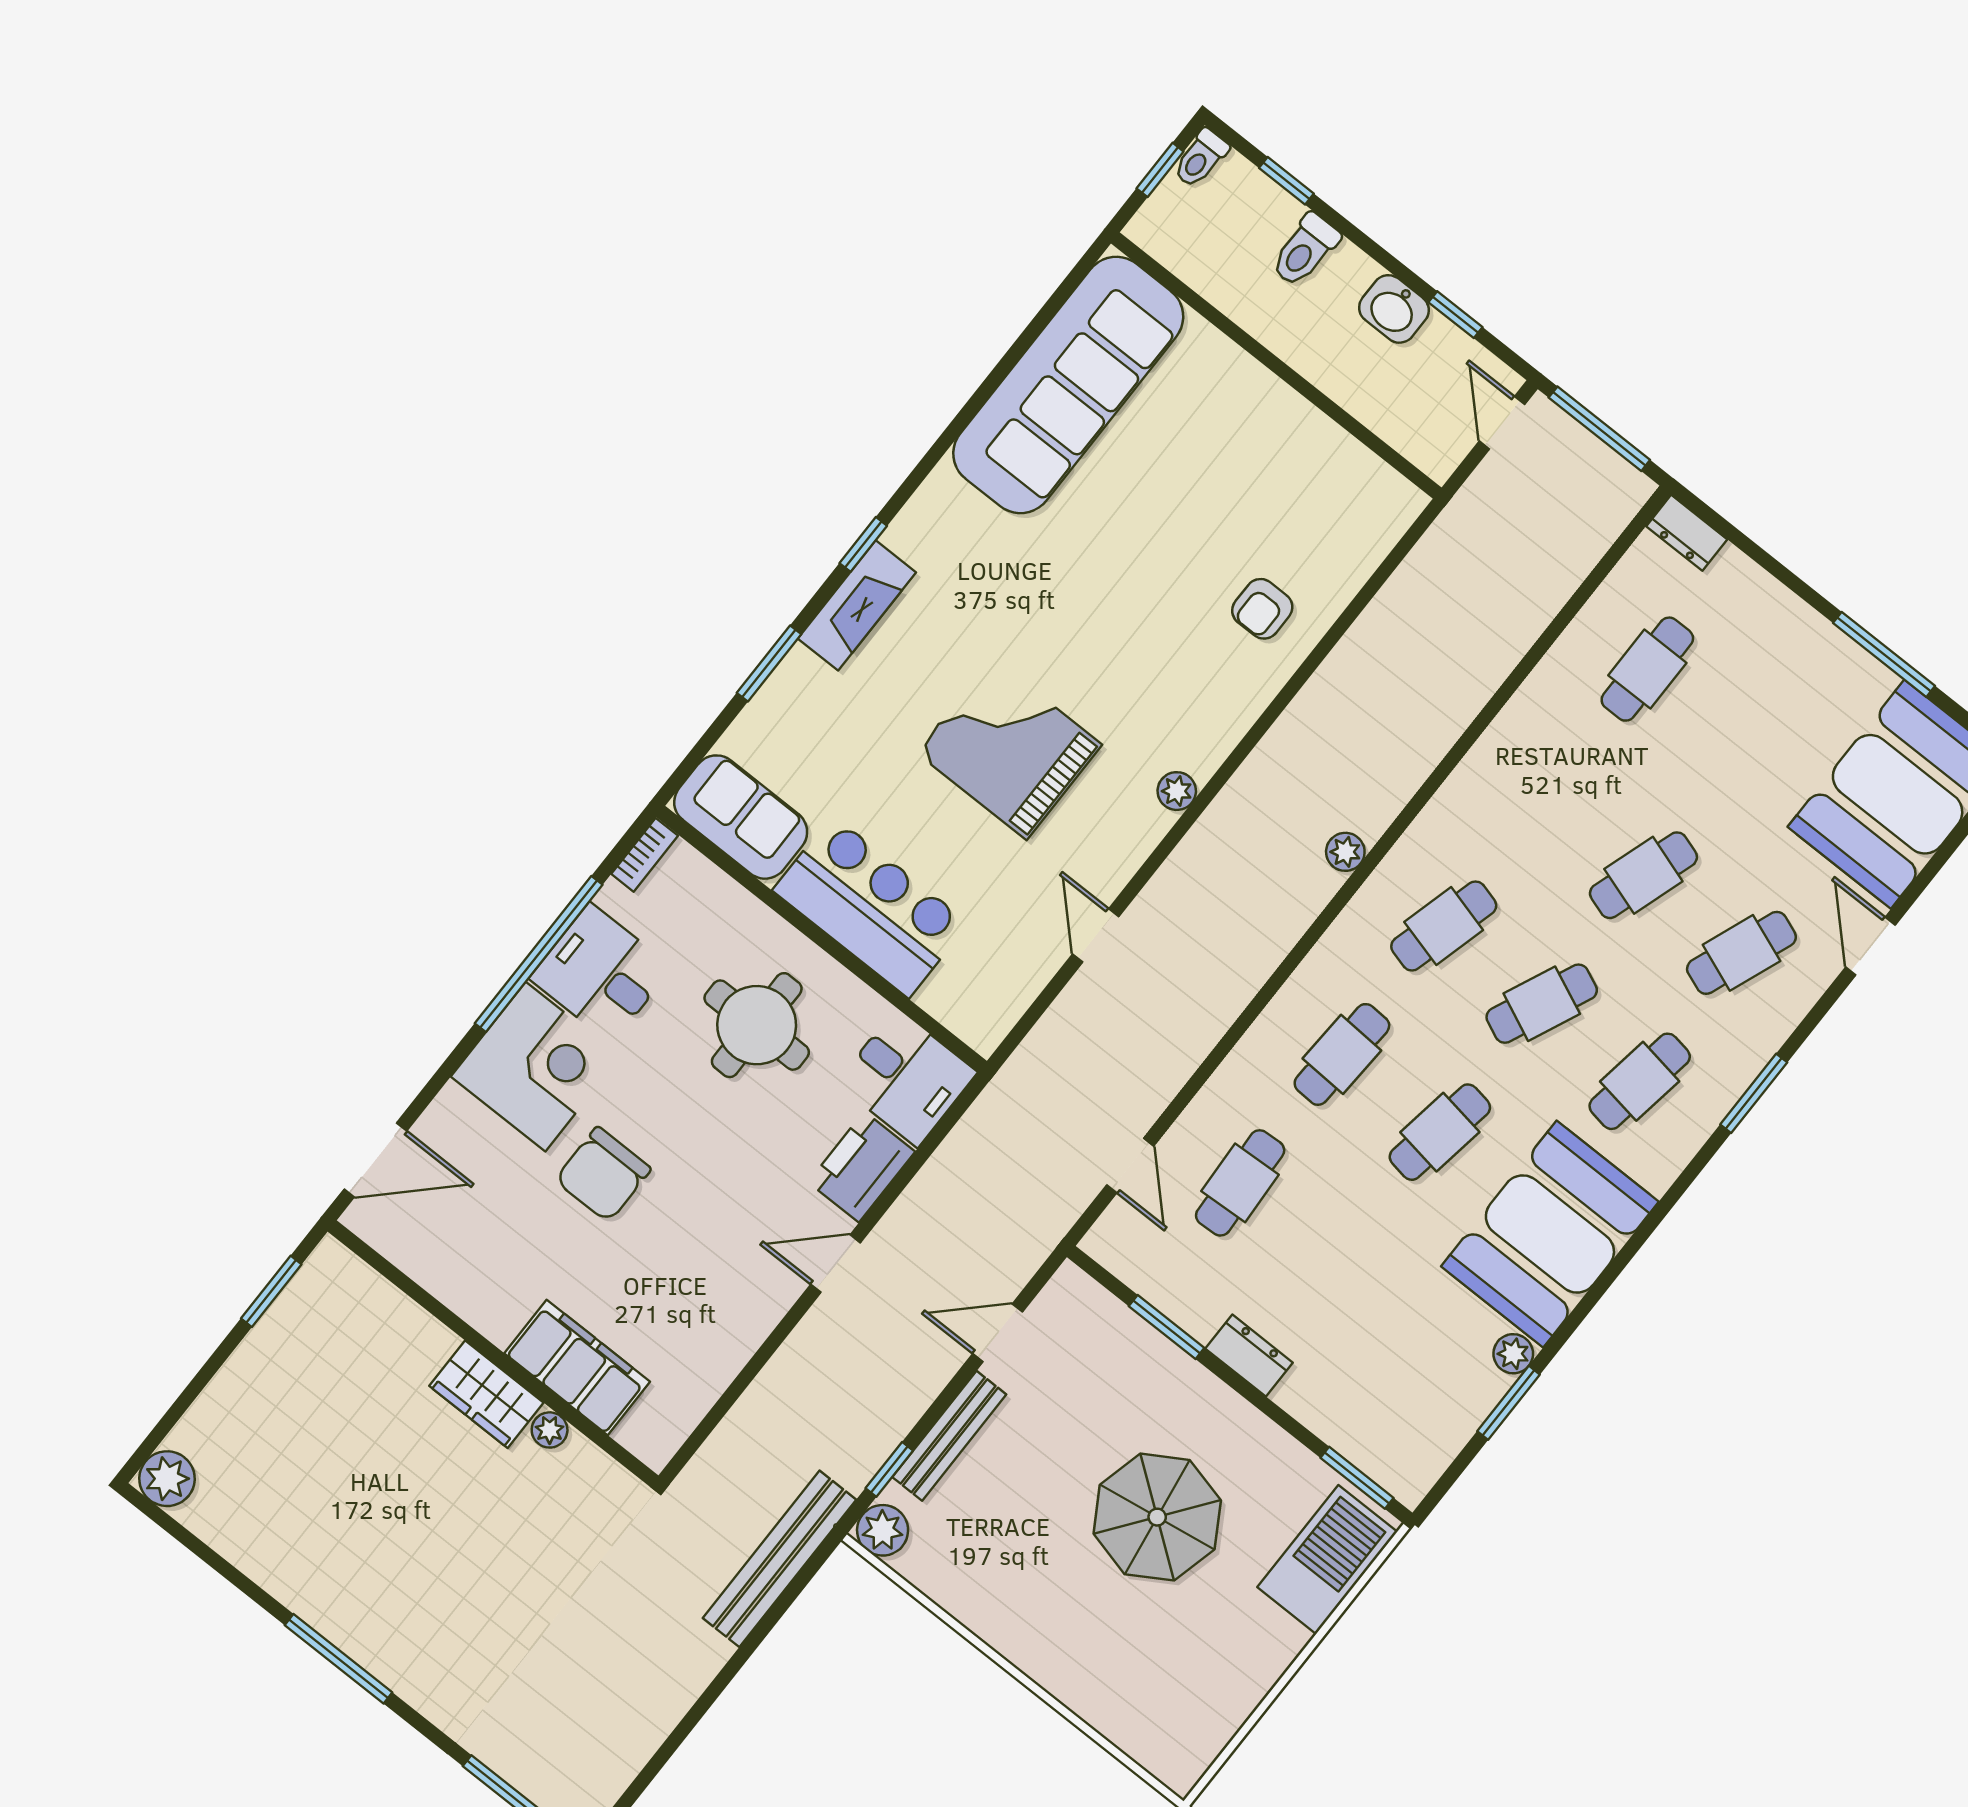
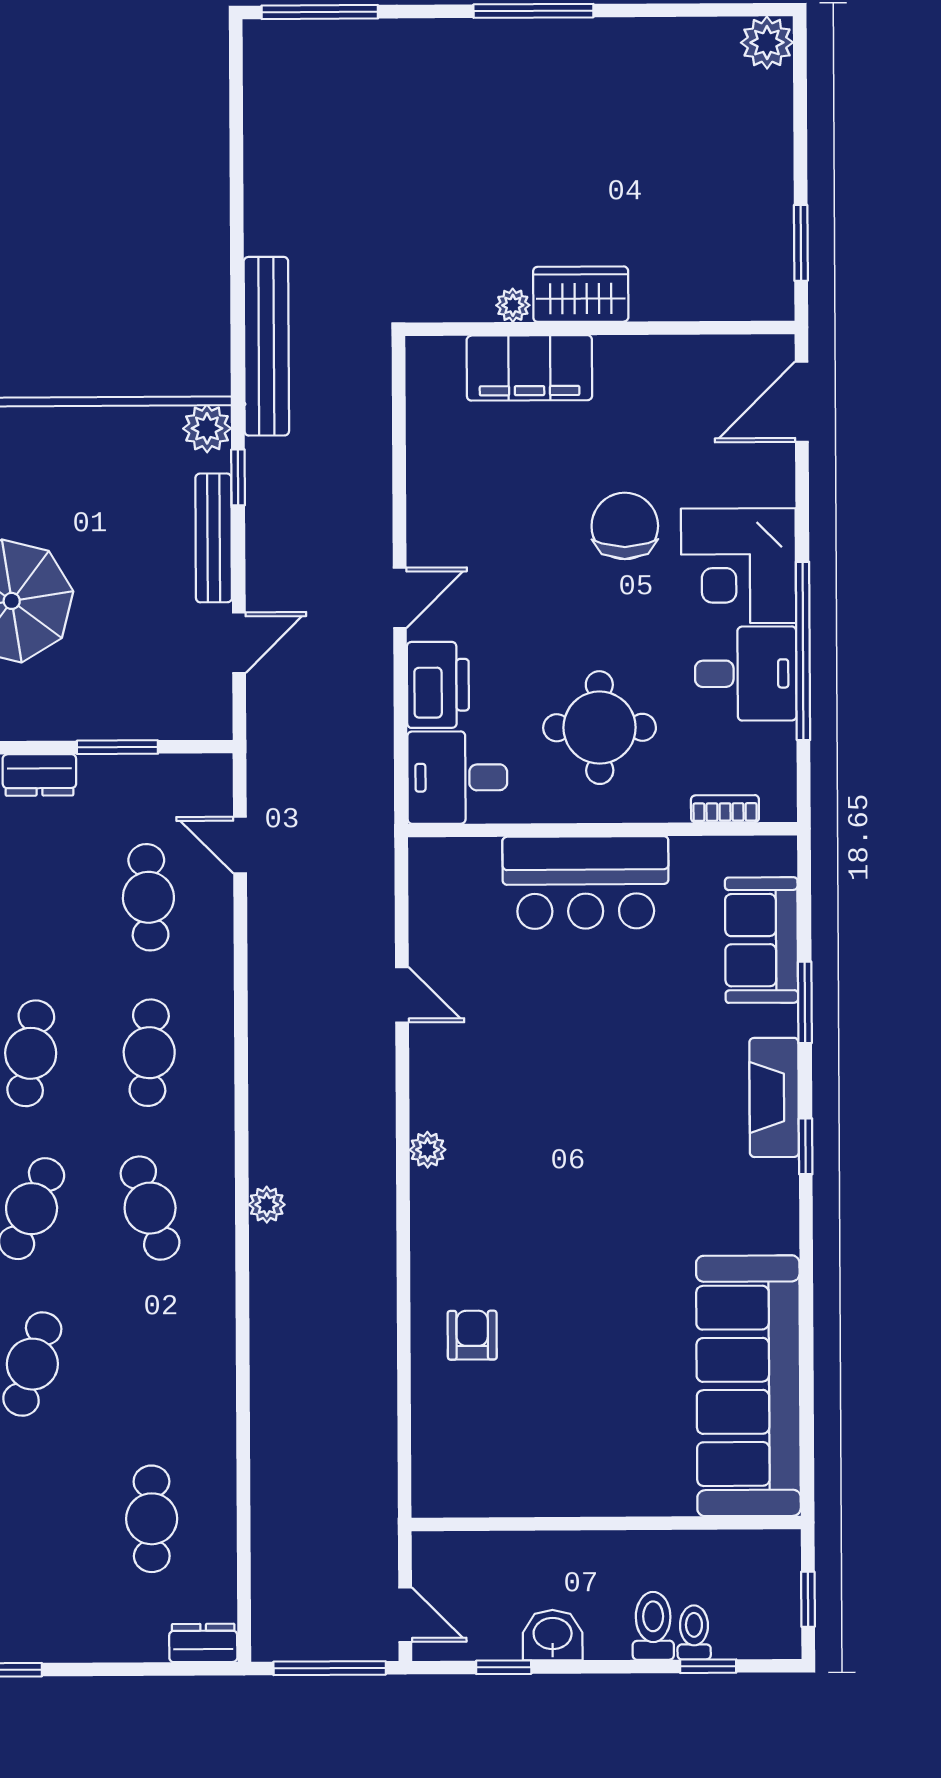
toilet: (1201, 158) -> (694, 1632), moved
grand piano: (1009, 749) -> (577, 1082), removed
sofa: (741, 817) -> (762, 940), moved, turned 90
bookcase: (645, 855) -> (725, 809), moved, turned 90
cafe table: (1444, 926) -> (150, 1208), turned -33

